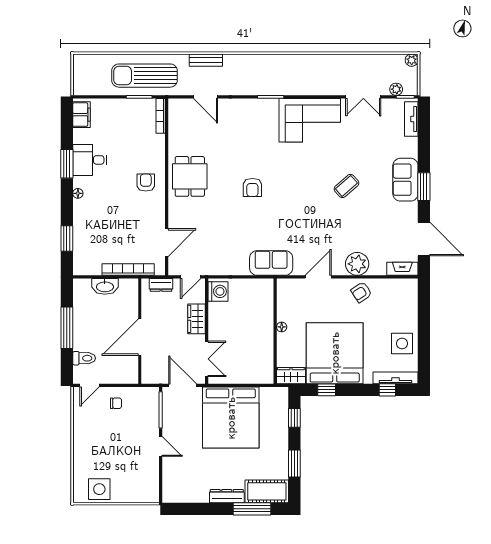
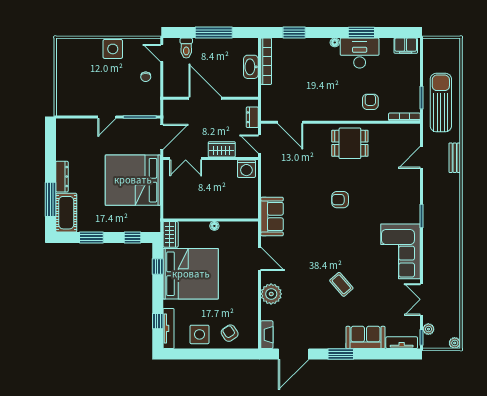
desk: (90, 160) -> (360, 53), width x1.37
sofa: (405, 180) -> (365, 337), moved
armchair: (146, 183) -> (370, 102), moved, turned -90
bookcase: (128, 270) -> (266, 61), moved
armchair: (361, 292) -> (230, 333), moved
side table: (99, 489) -> (113, 49), moved

